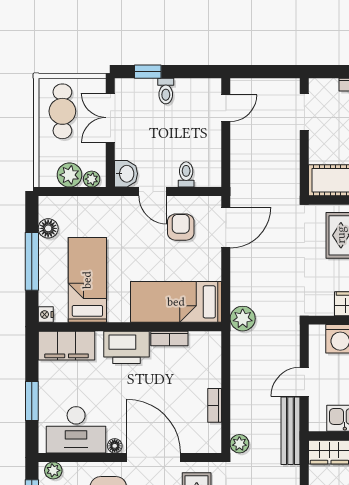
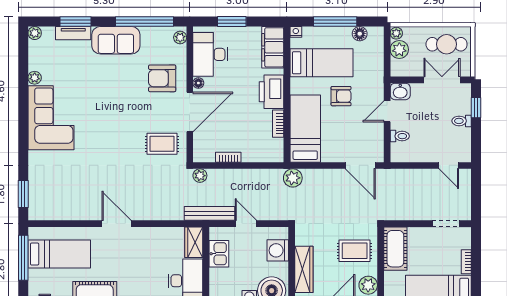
plant: (92, 179) -> (396, 33), moved
armchair: (181, 227) -> (341, 96), moved

